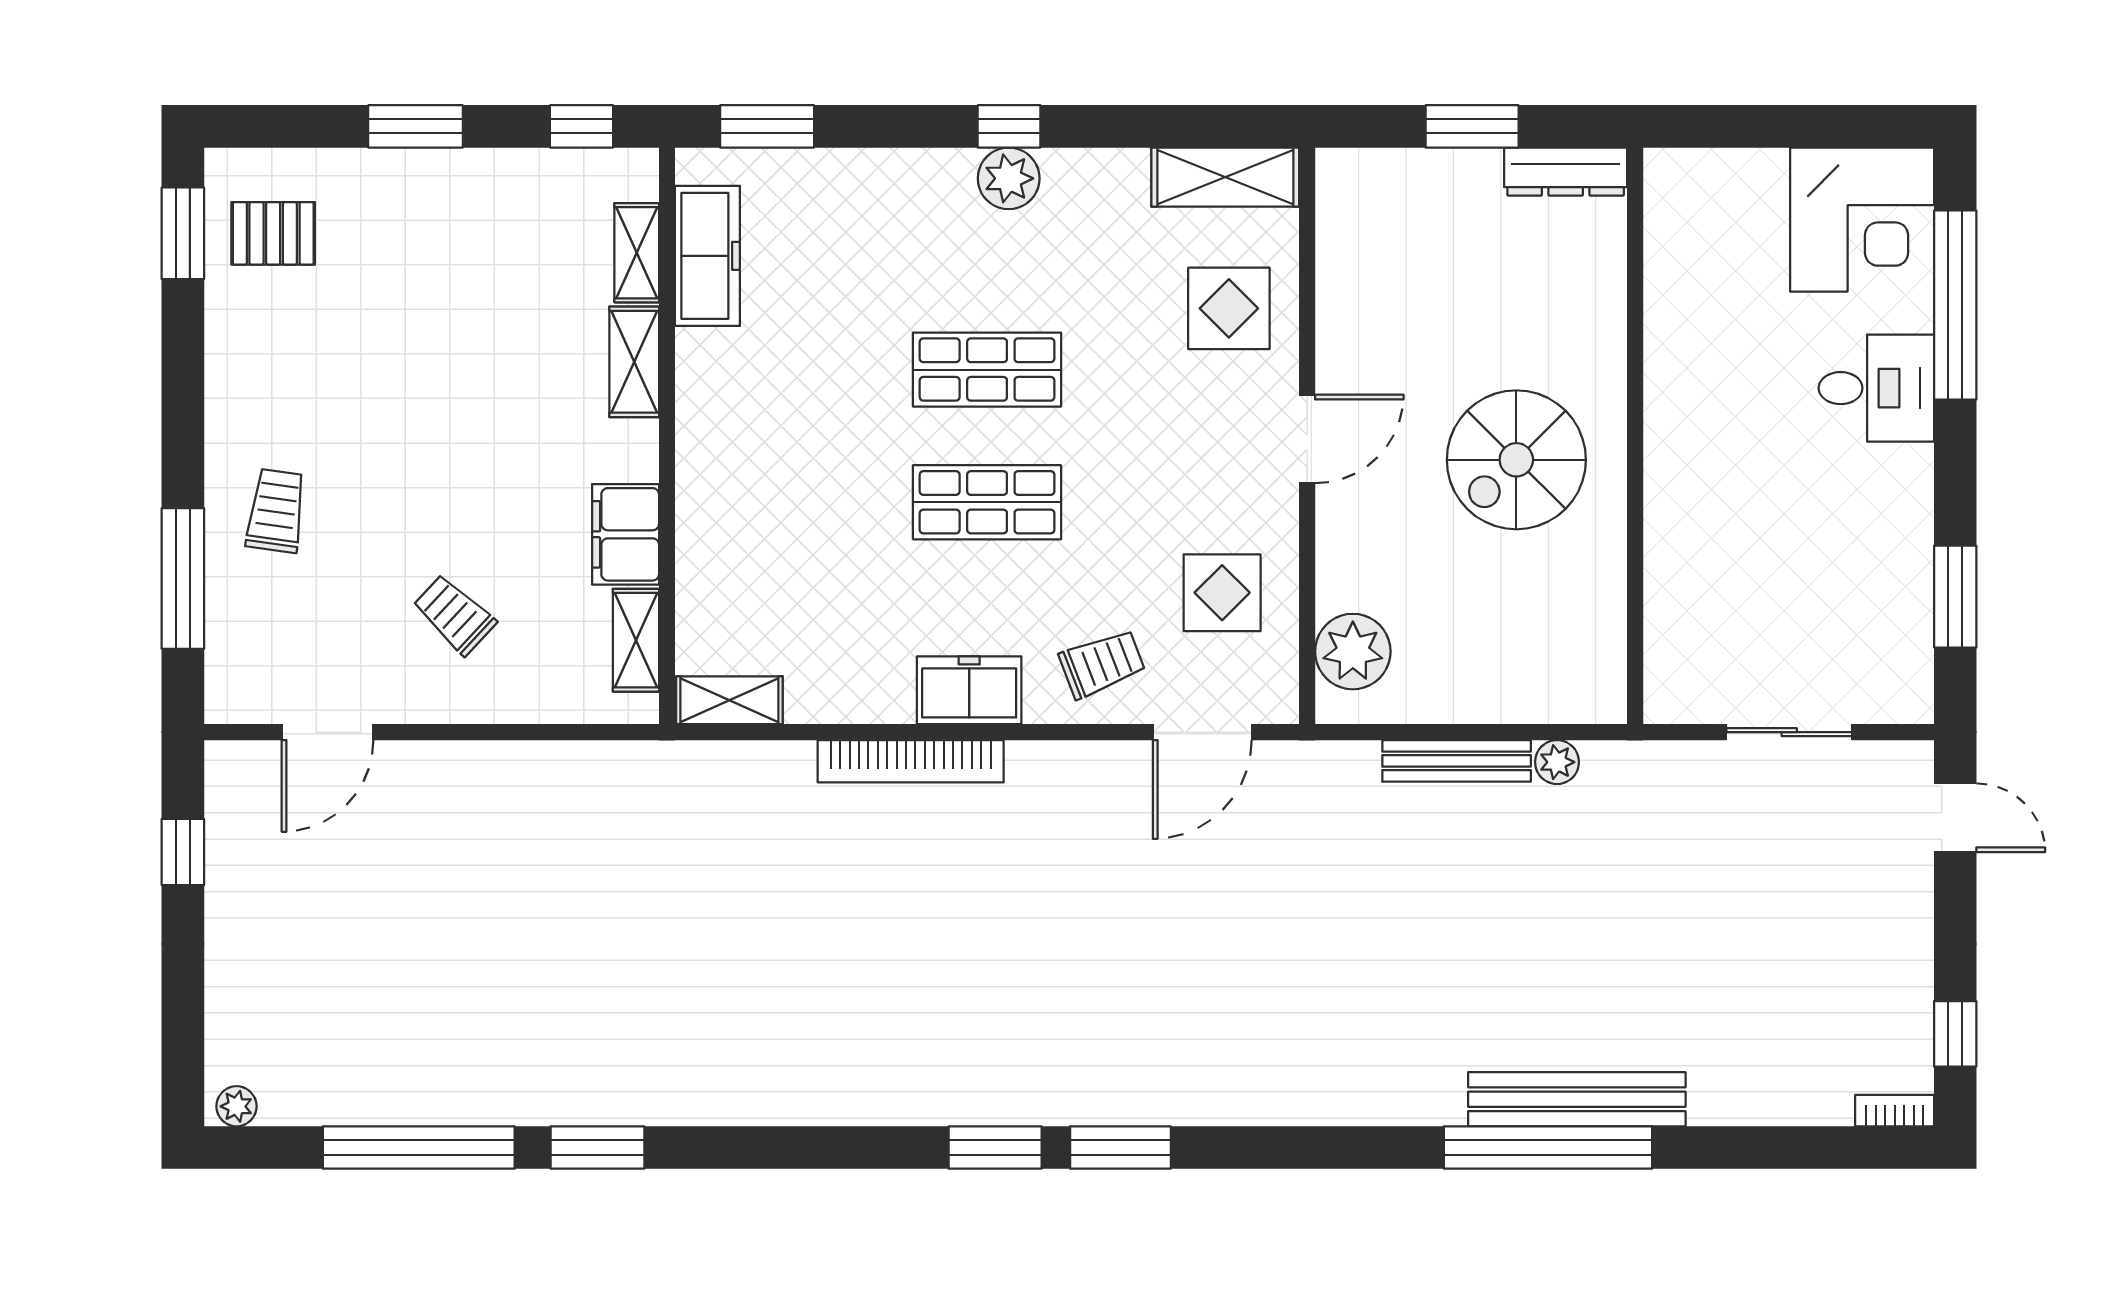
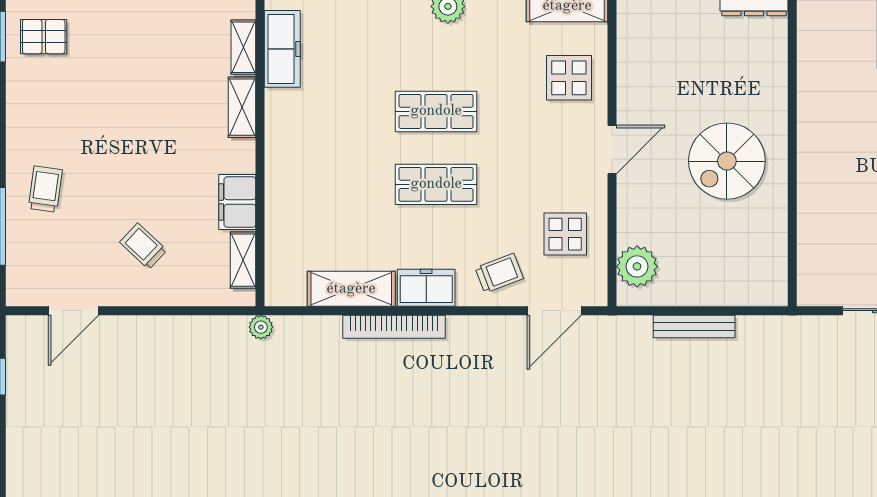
shelving: (729, 700) -> (351, 289), moved, width x1.50, depth x1.33
plant: (1557, 762) -> (261, 327), moved

